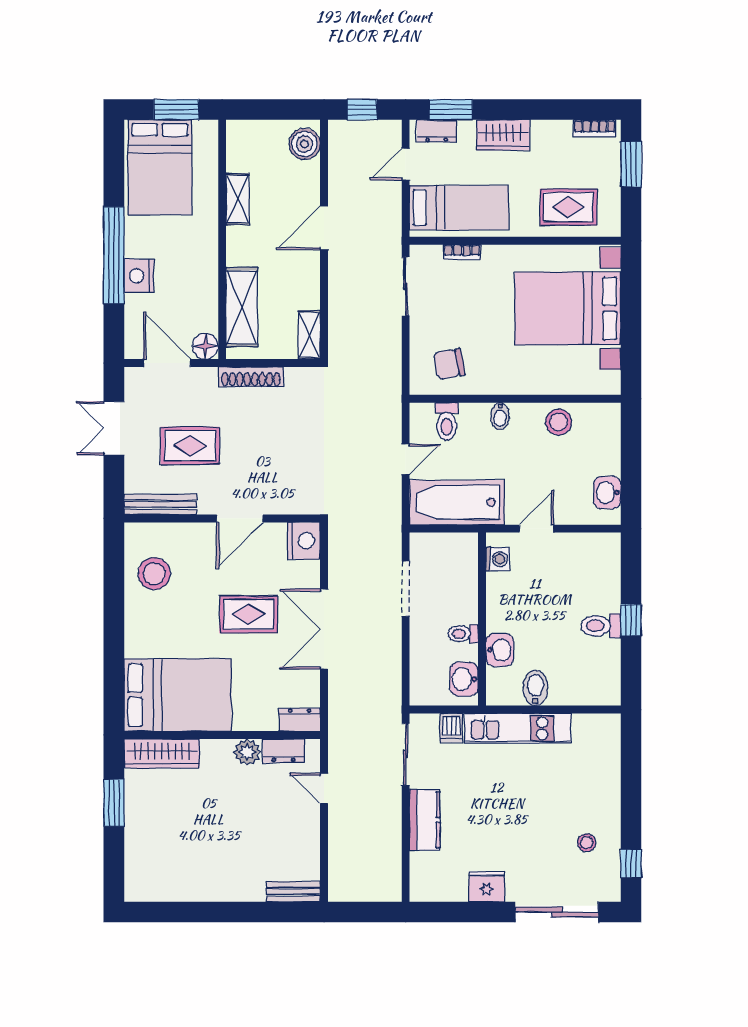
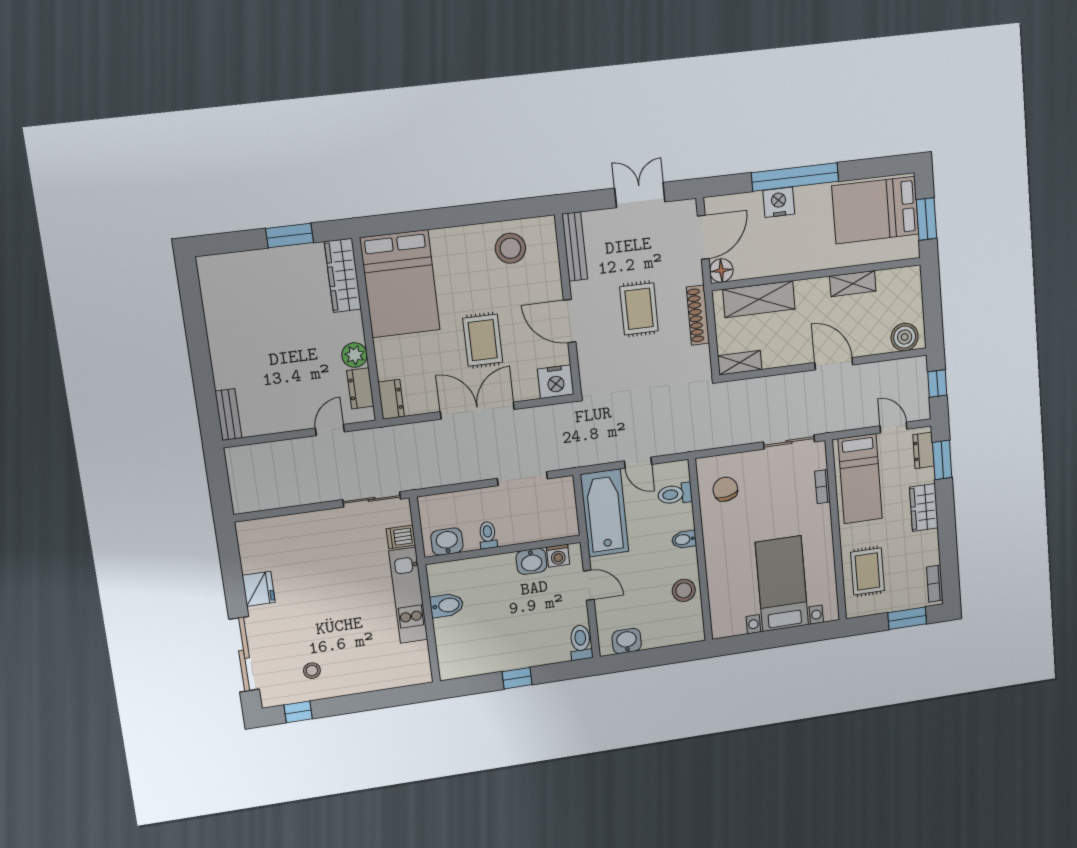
bed with nightstands: (568, 308) -> (782, 584), width x0.73
rug: (190, 446) -> (639, 309), moved
toilet: (601, 626) -> (581, 642), moved
washbasin: (500, 650) -> (531, 561), moved
kitchen counter: (425, 820) -> (313, 525), removed

